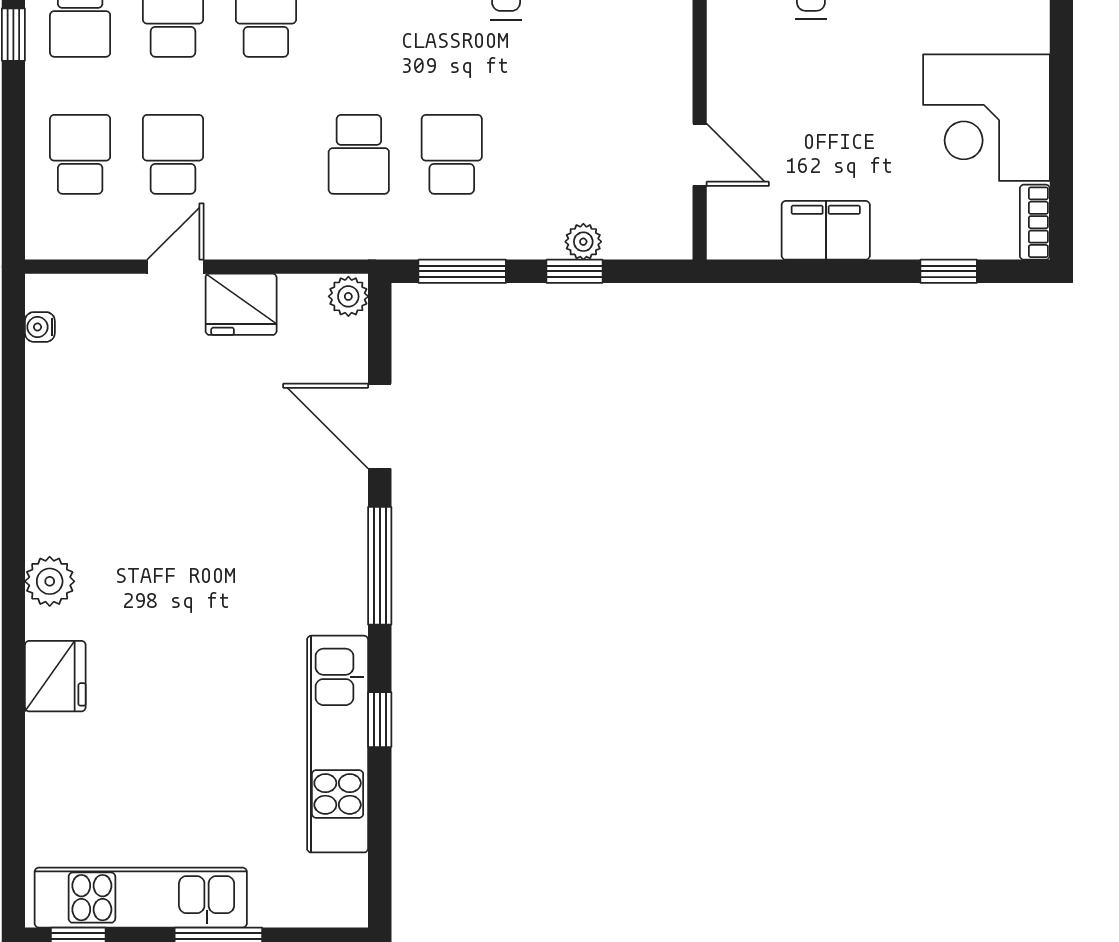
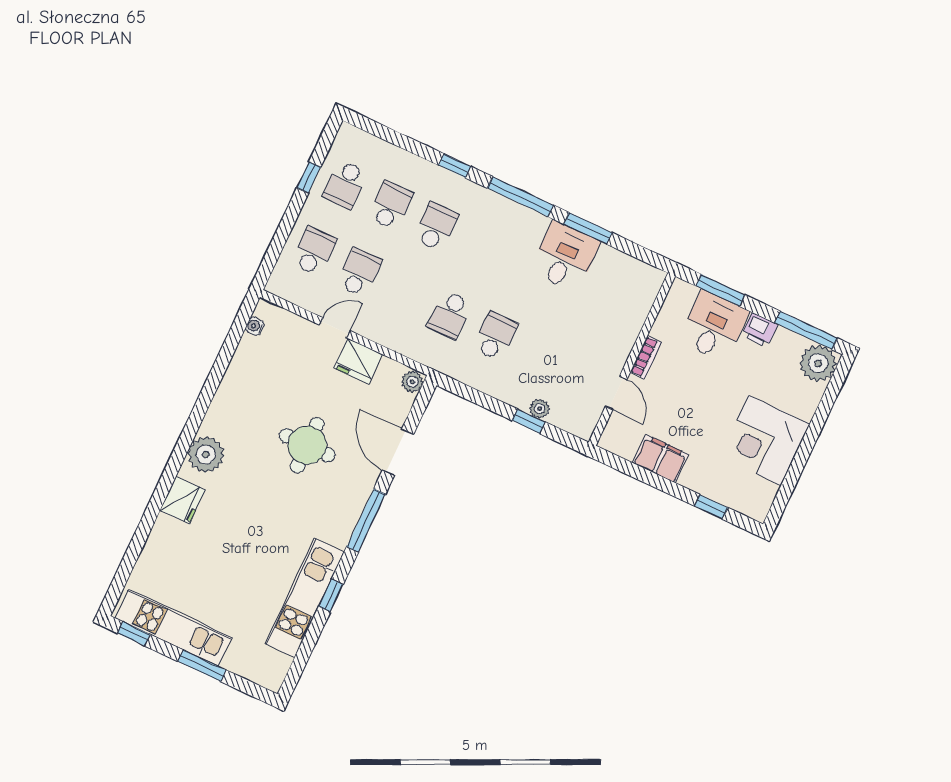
bookcase: (1035, 222) -> (646, 357), moved, turned 180
window: (462, 271) -> (474, 396), removed
round table: (222, 486) -> (307, 445), added
plant: (50, 581) -> (206, 455), width x1.36, depth x1.36

